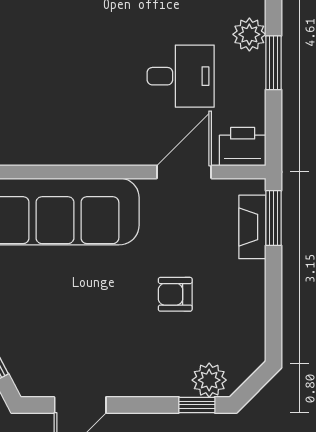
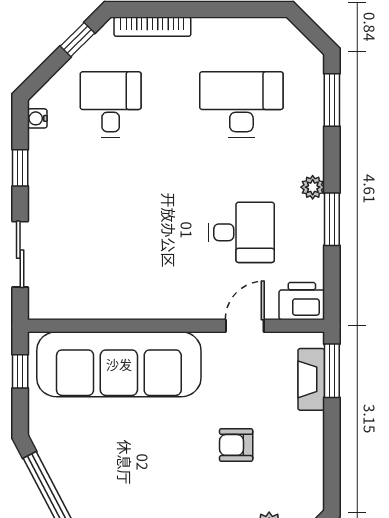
plant: (249, 34) -> (313, 187), width x0.73, depth x0.73
door: (184, 172) -> (245, 326), width x0.73

